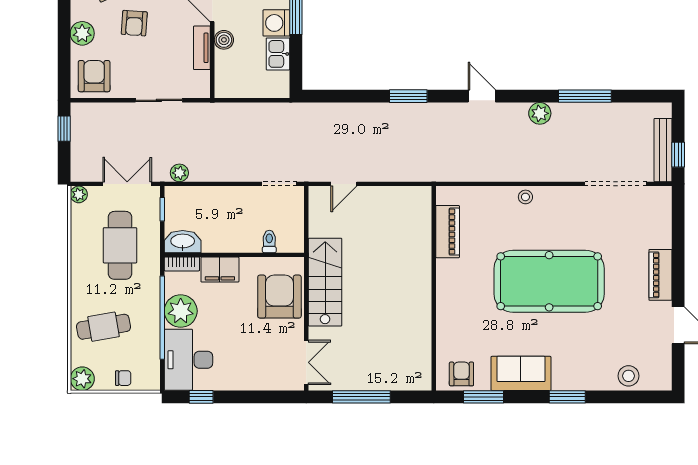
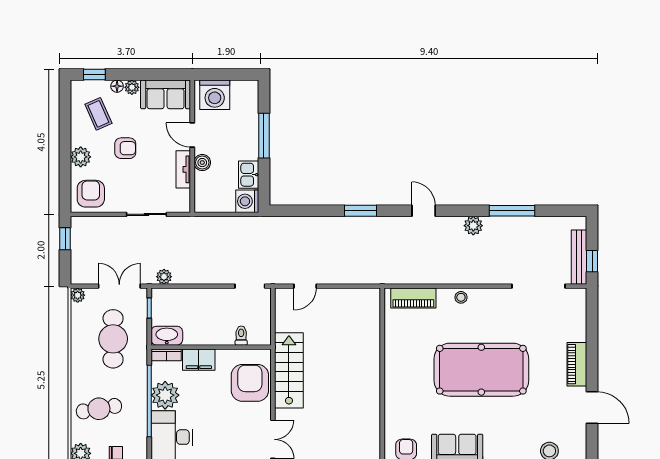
armchair: (134, 23) -> (125, 148), turned -94
washing machine: (276, 23) -> (247, 201), moved
piano: (448, 232) -> (413, 298), moved, turned 90

